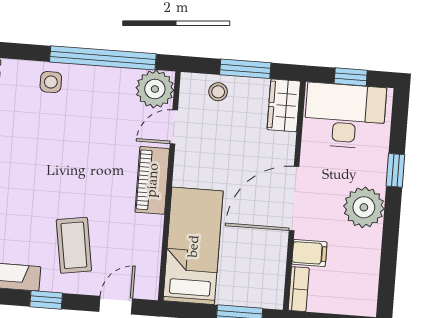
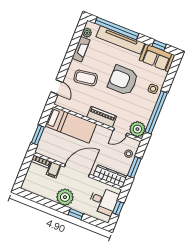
wardrobe: (284, 105) -> (110, 176), width x1.50
desk: (345, 116) -> (104, 201), width x0.73
door: (174, 127) -> (120, 132), swing flipped
armchair: (53, 158) -> (123, 80), added
door: (294, 199) -> (77, 171), hinge flipped
window: (46, 300) -> (68, 60), removed

